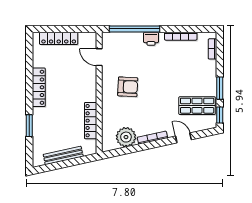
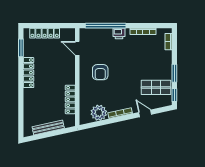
armchair: (128, 87) -> (100, 72), turned 87
window: (29, 126) -> (21, 48), moved

